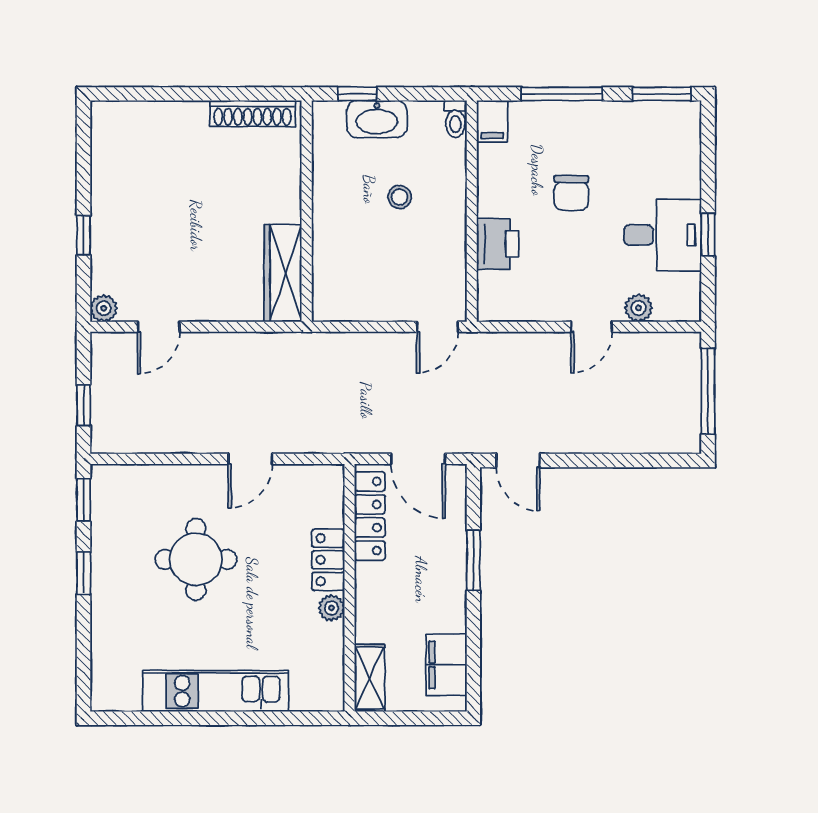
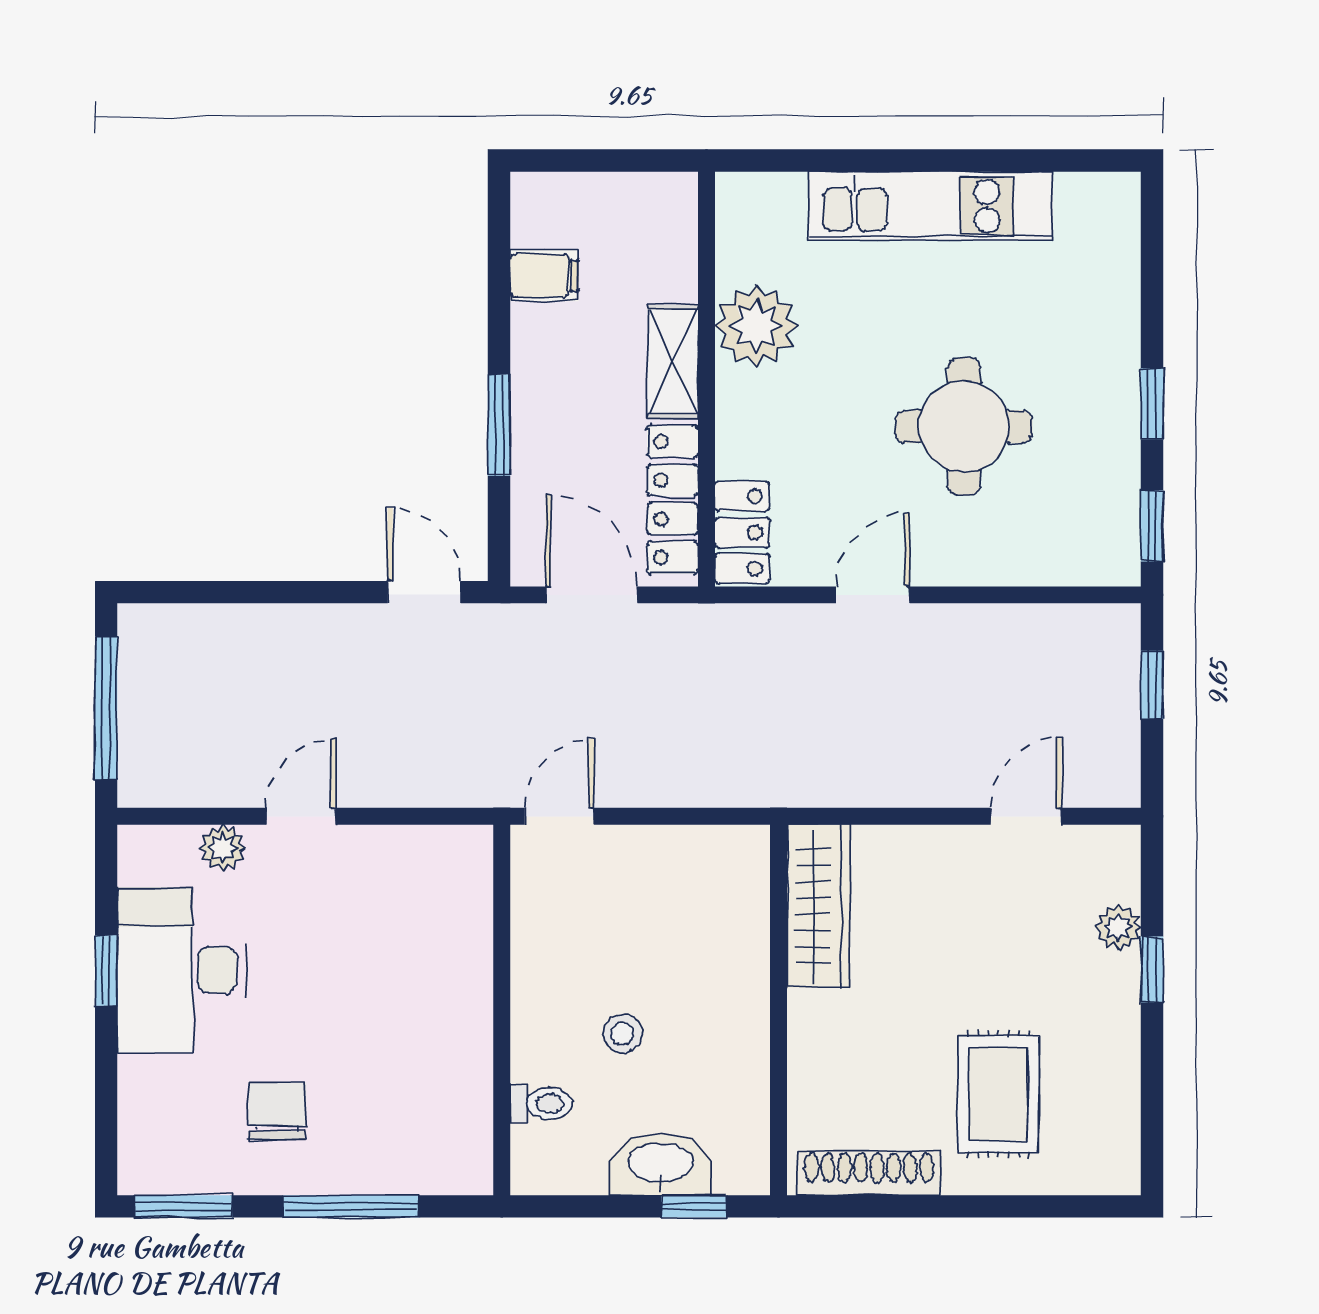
toilet: (455, 119) -> (541, 1103), moved, turned 90
filing cabinet: (492, 121) -> (467, 1161), removed
rug: (175, 161) -> (998, 1094), added
chair: (571, 193) -> (277, 1111), moved
desk: (663, 235) -> (182, 970), width x1.37
printer: (498, 244) -> (458, 955), removed
plant: (104, 308) -> (1118, 927), moved
locker: (328, 560) -> (742, 532), moved
plant: (331, 608) -> (756, 326), width x1.88, depth x1.88
filing cabinet: (446, 665) -> (544, 276), width x0.50
shelving: (370, 678) -> (673, 361), moved

